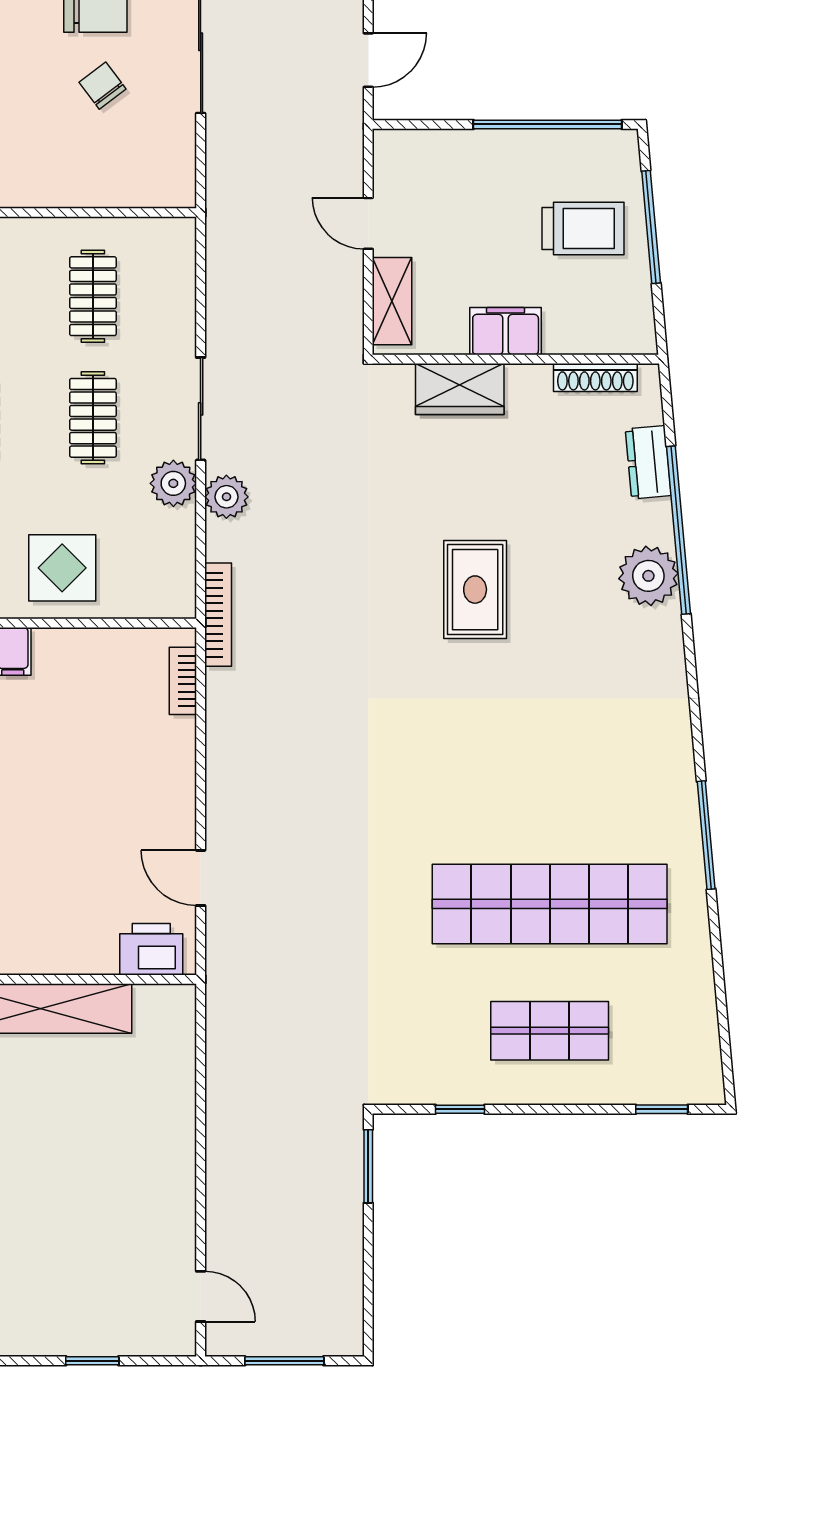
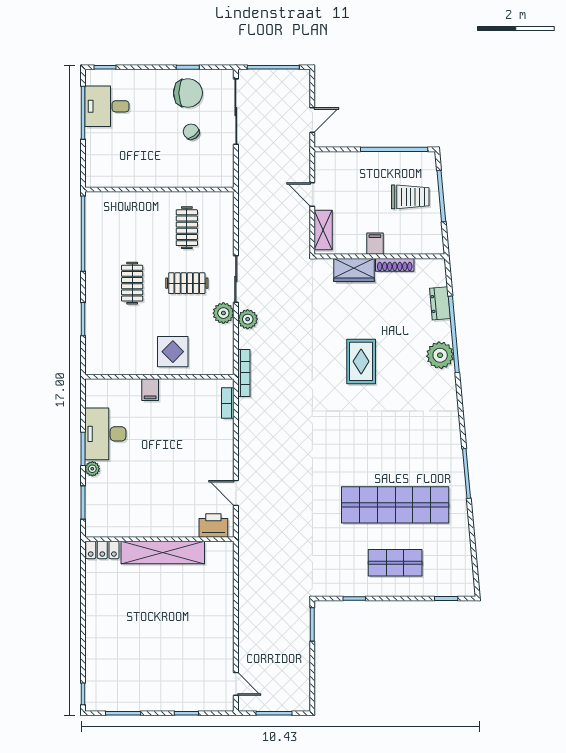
filing cabinet: (506, 331) -> (375, 244), width x0.50
shoe rack: (595, 378) -> (395, 265), moved
clothes rail: (93, 418) -> (187, 283), turned 90

